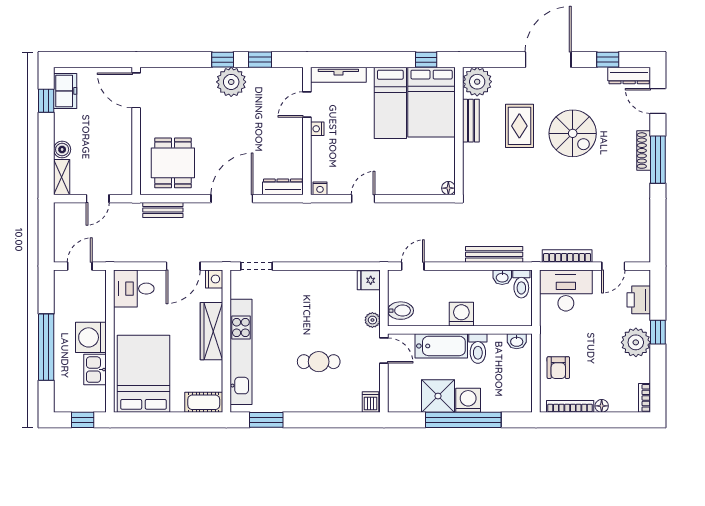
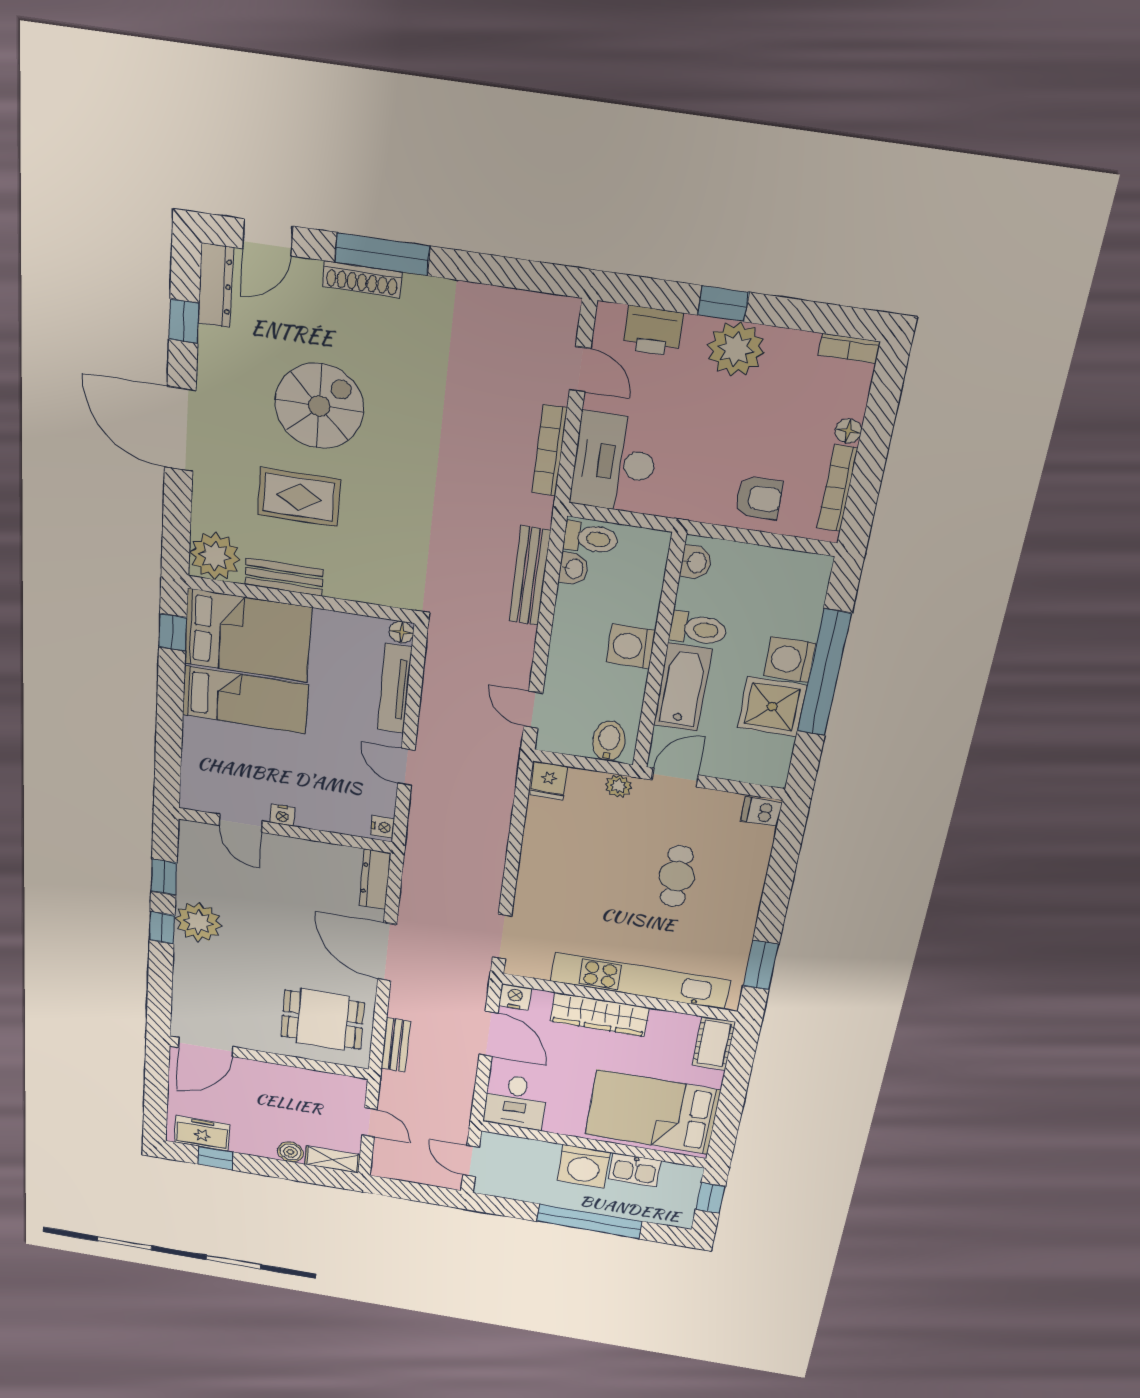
tv unit: (338, 75) -> (394, 689), moved, turned 180

